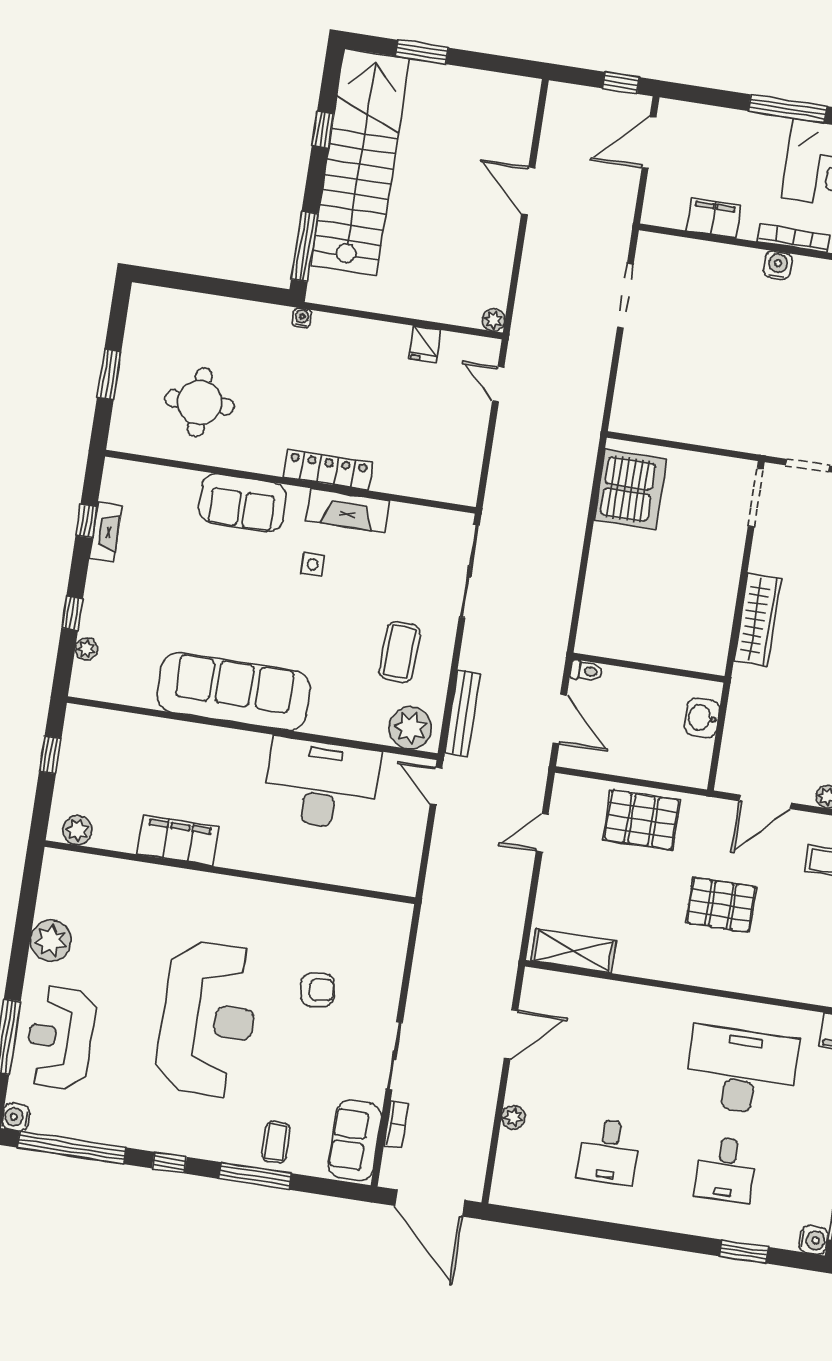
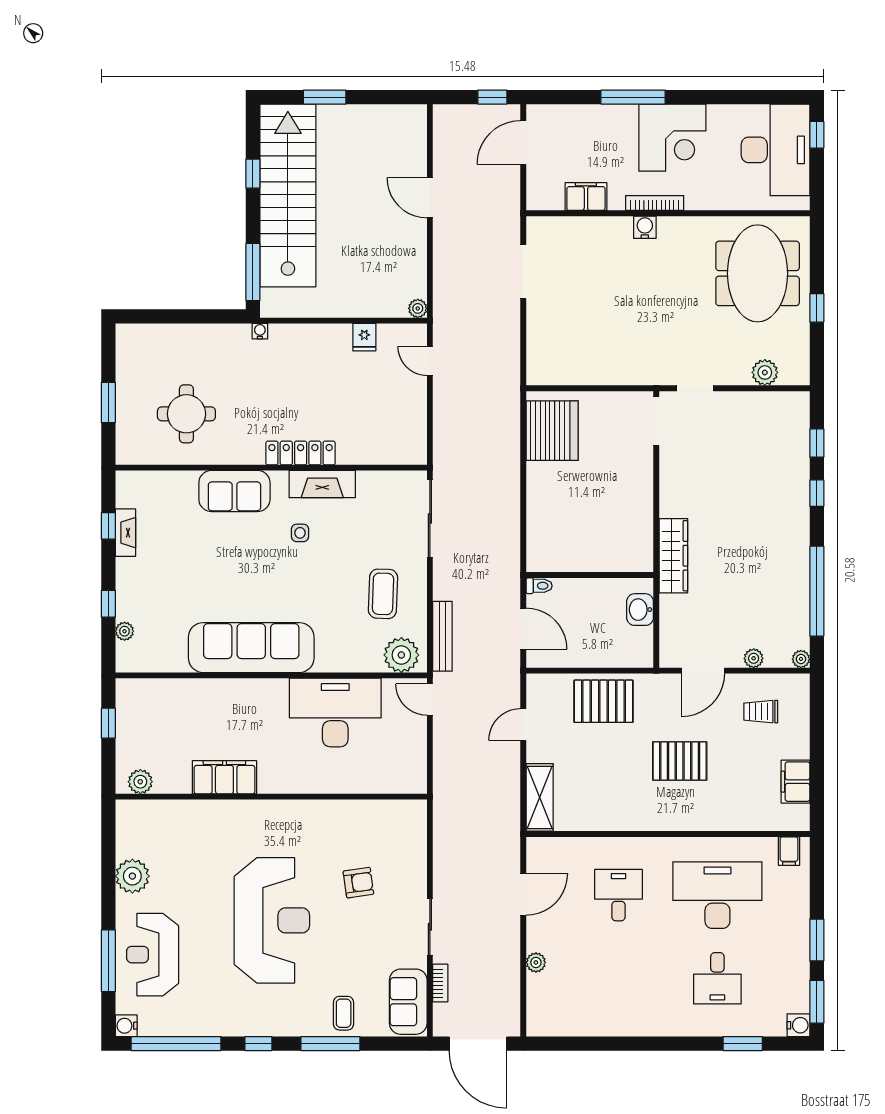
wardrobe: (758, 620) -> (673, 556), moved
shelving: (573, 951) -> (540, 797), moved, turned 90
desk: (609, 1151) -> (618, 895), moved, turned 180

